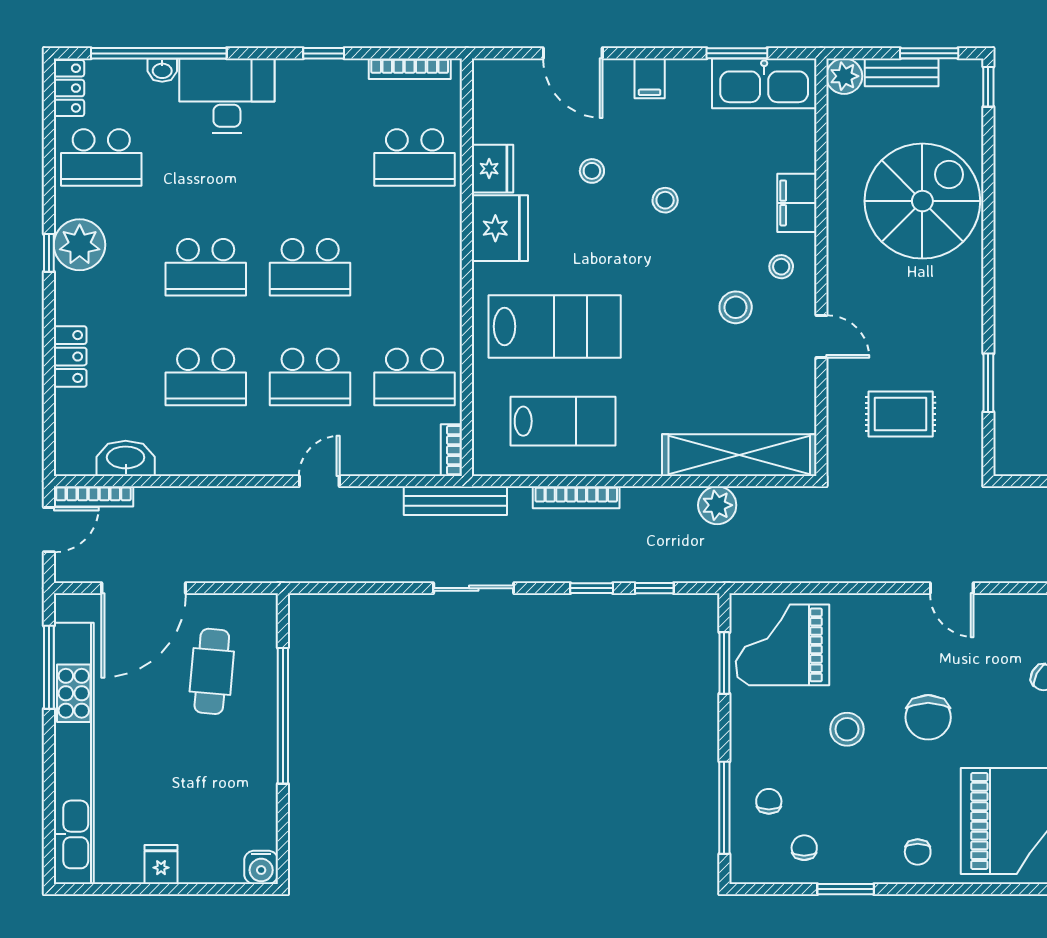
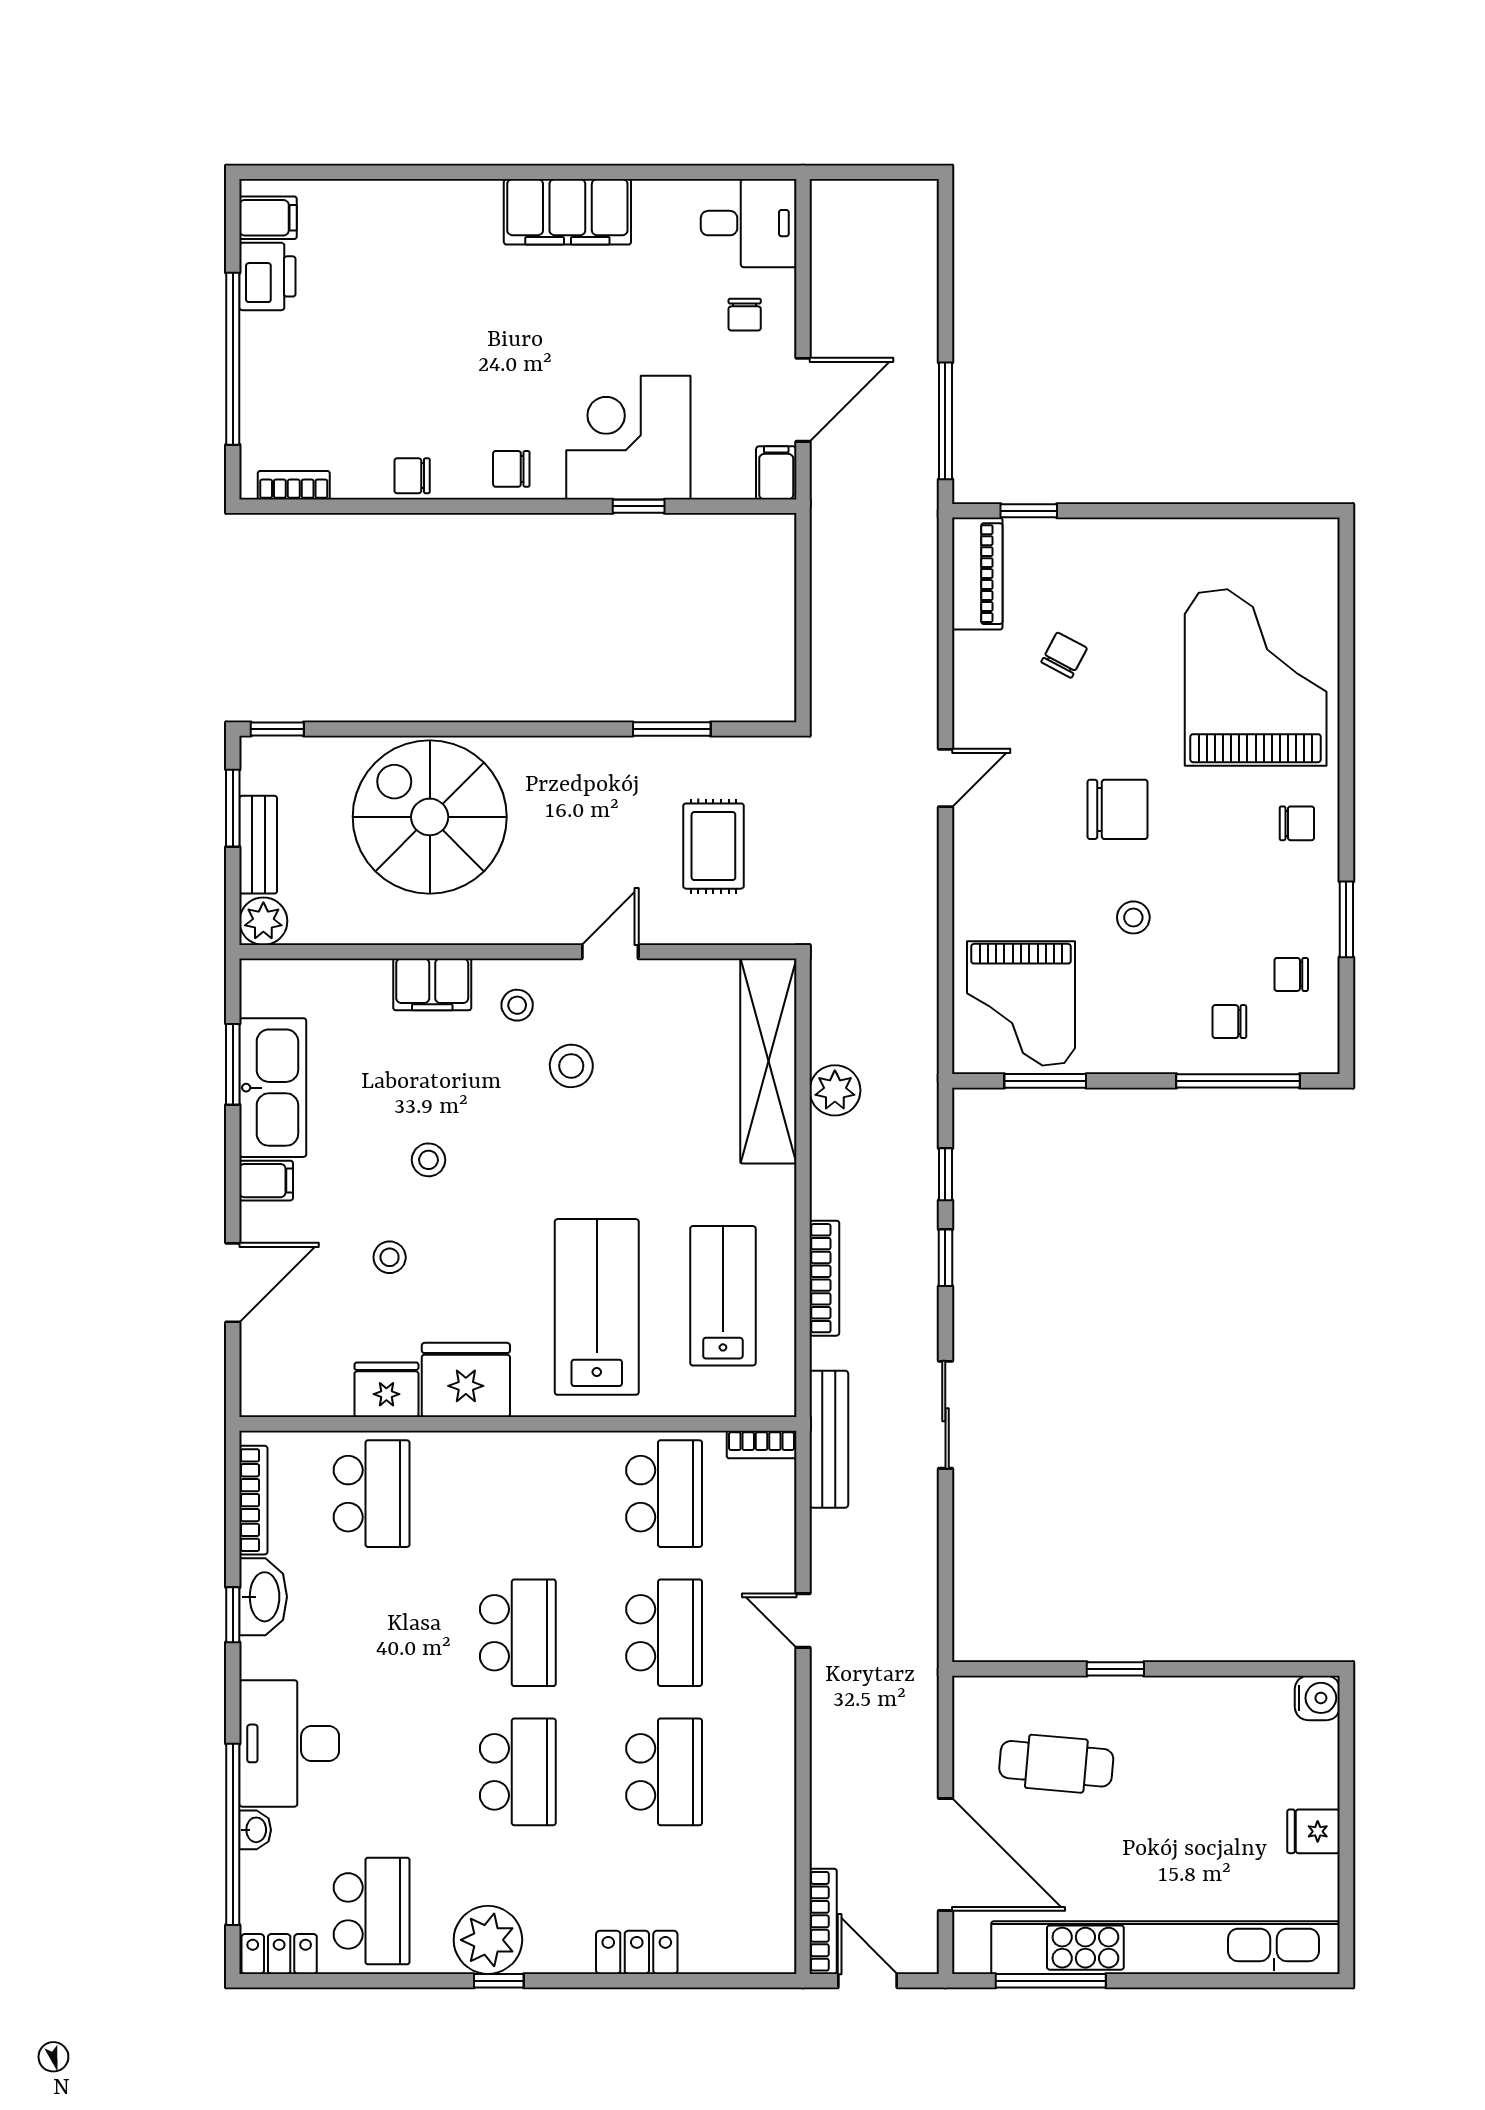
kitchen sink: (764, 83) -> (273, 1088), moved
washbasin: (126, 458) -> (263, 1597), moved, turned 180
window: (283, 716) -> (1115, 1669), width x0.32
stool: (847, 729) -> (1133, 917), width x0.73, depth x0.73

